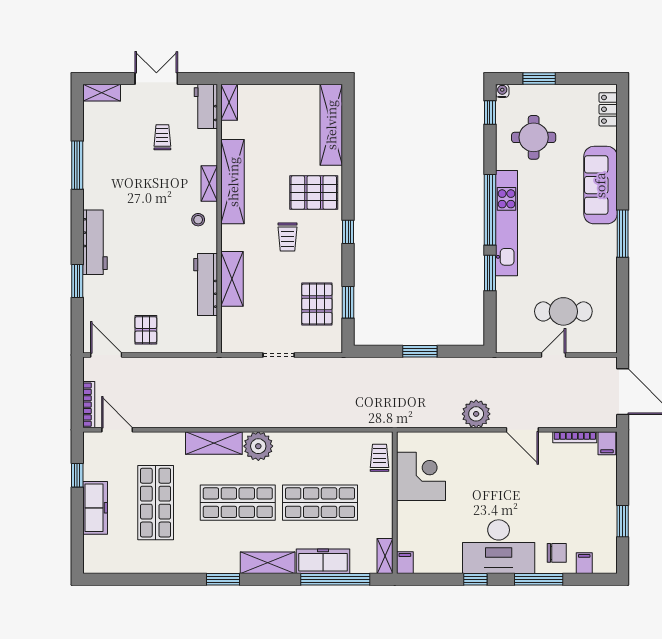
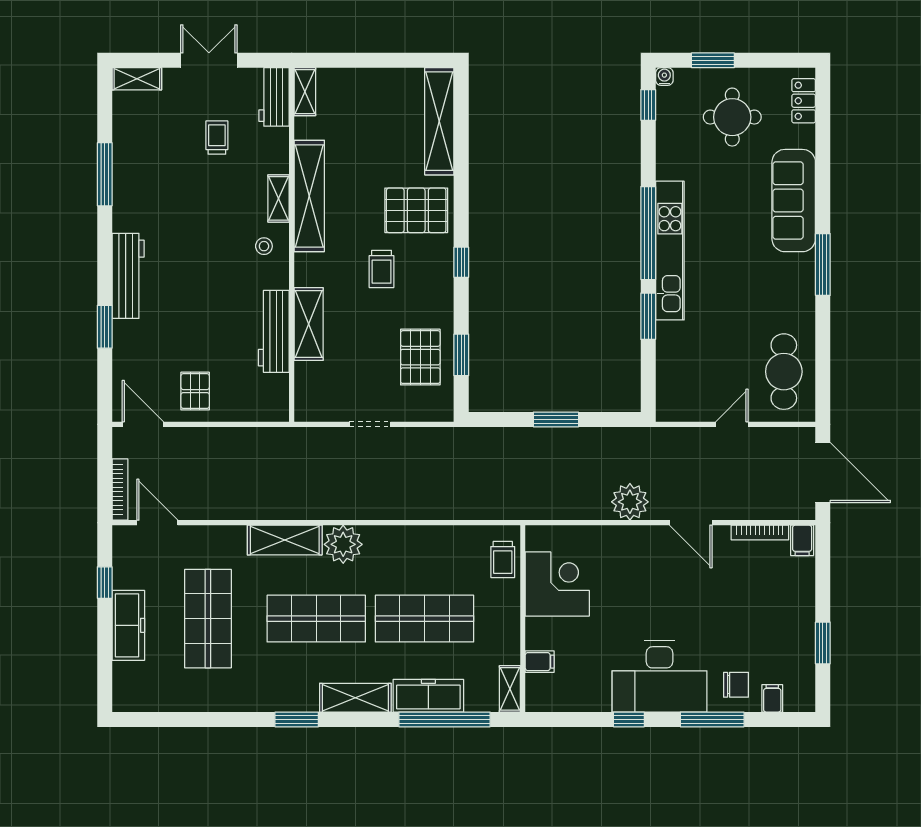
round table: (534, 137) -> (732, 117), moved
cafe table: (563, 311) -> (784, 372), moved, turned 90
trolley: (380, 458) -> (503, 560), turned 180
filing cabinet: (405, 563) -> (540, 662), moved, turned 90

